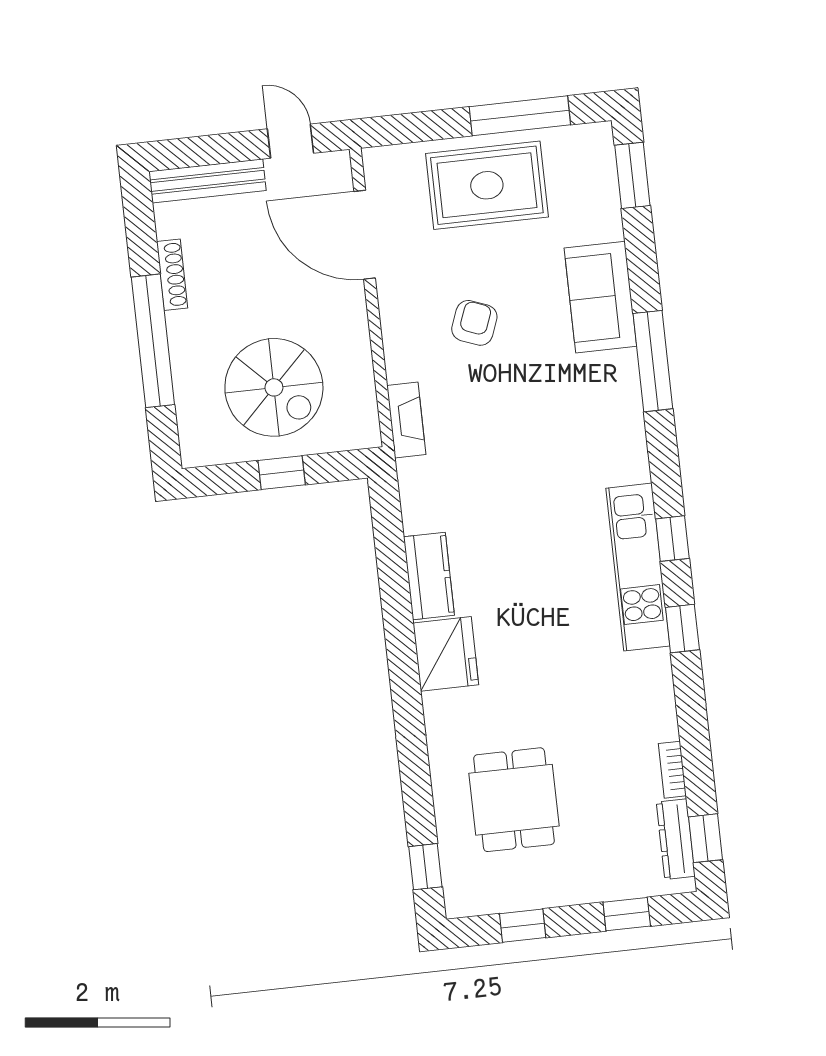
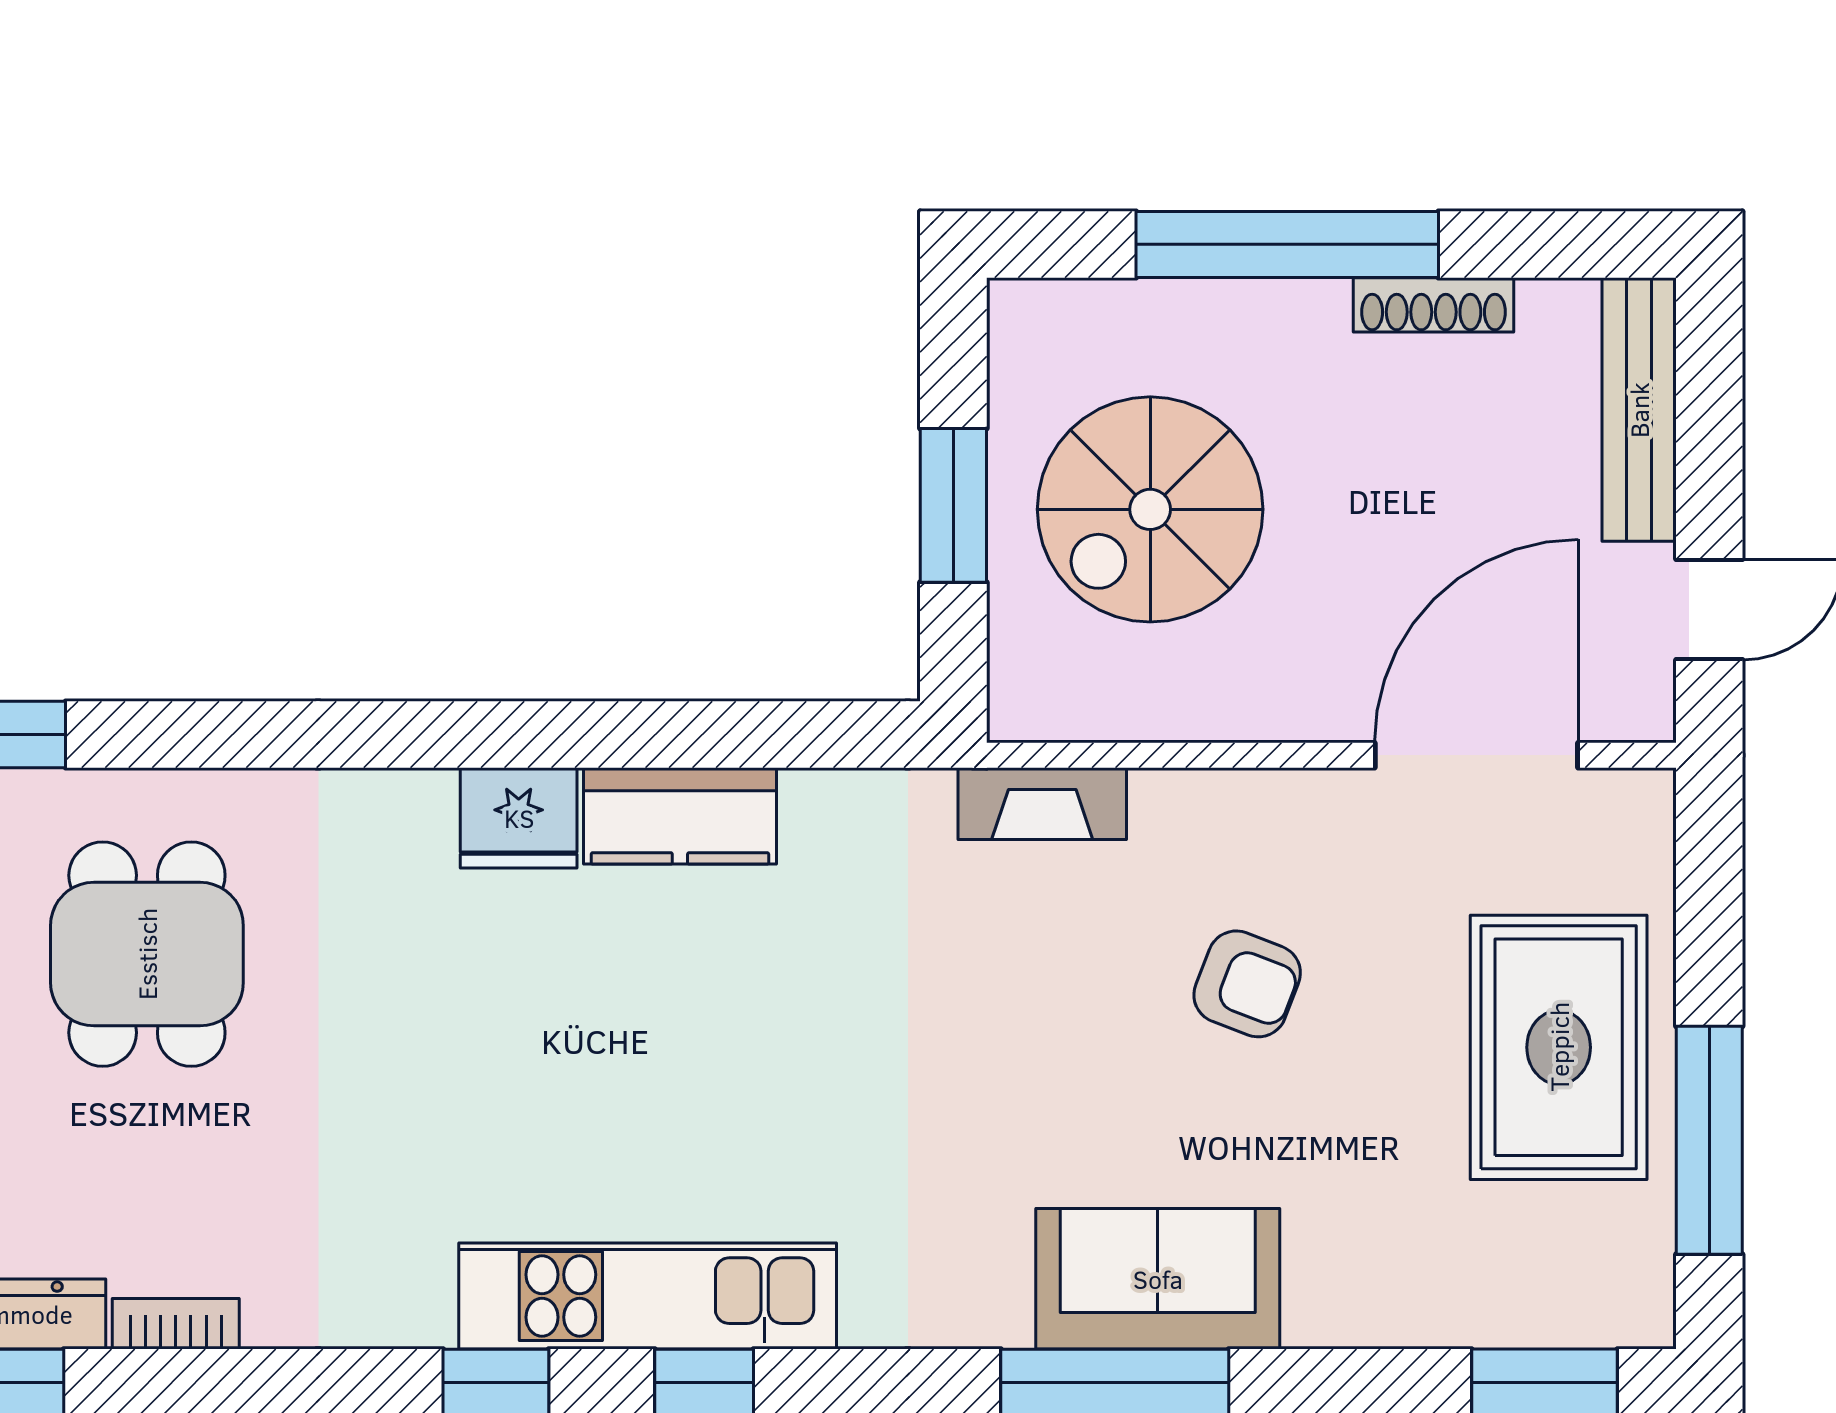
sofa: (600, 297) -> (1158, 1279), moved
window: (282, 473) -> (953, 505), width x1.50
fridge: (446, 654) -> (519, 818), width x0.73, depth x0.75
dining table: (514, 800) -> (147, 954), turned 90

